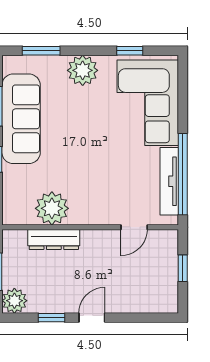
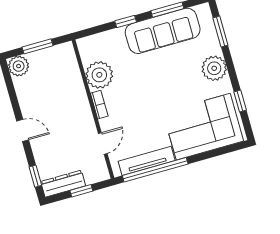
bookcase: (87, 218) -> (99, 105), added
door: (134, 227) -> (103, 143), swing flipped
dresser: (54, 239) -> (63, 184), moved, turned 90
window: (51, 318) -> (35, 176), moved

